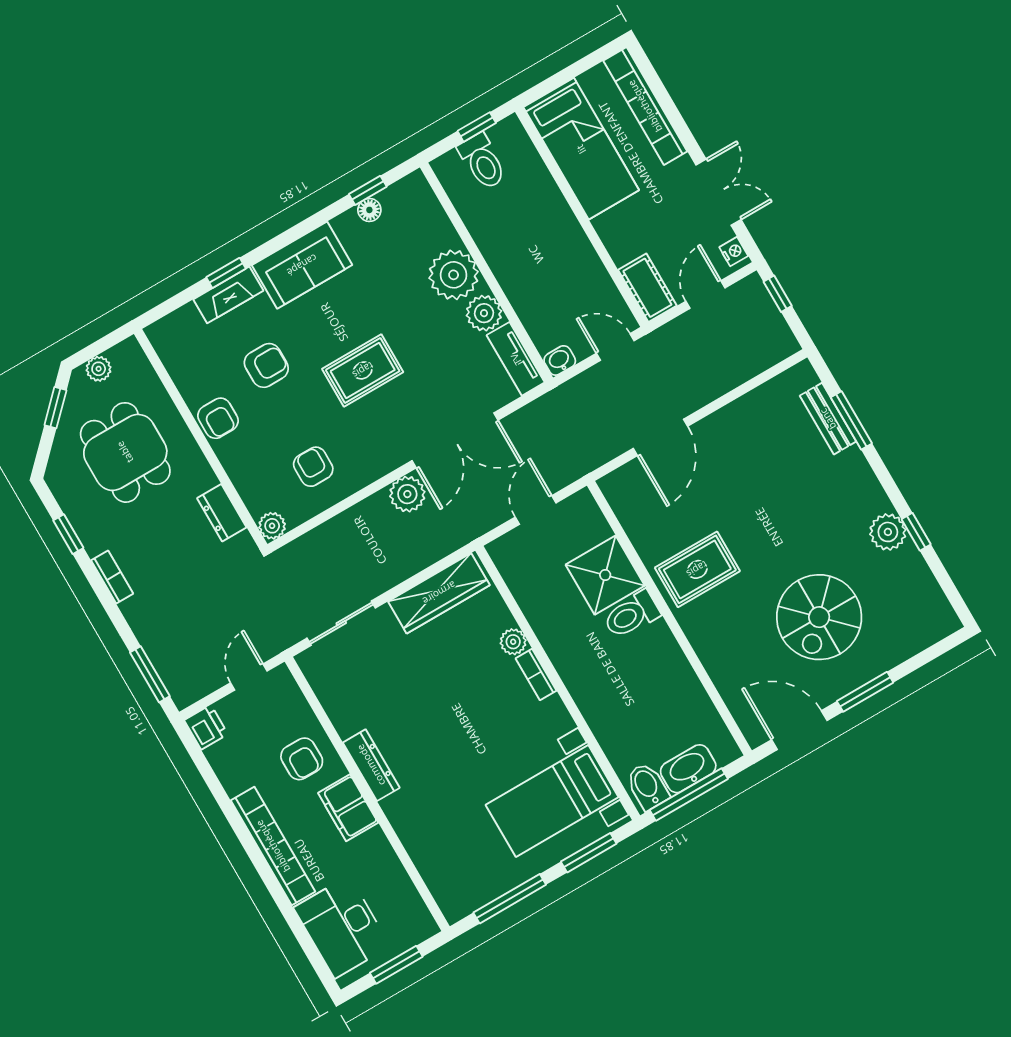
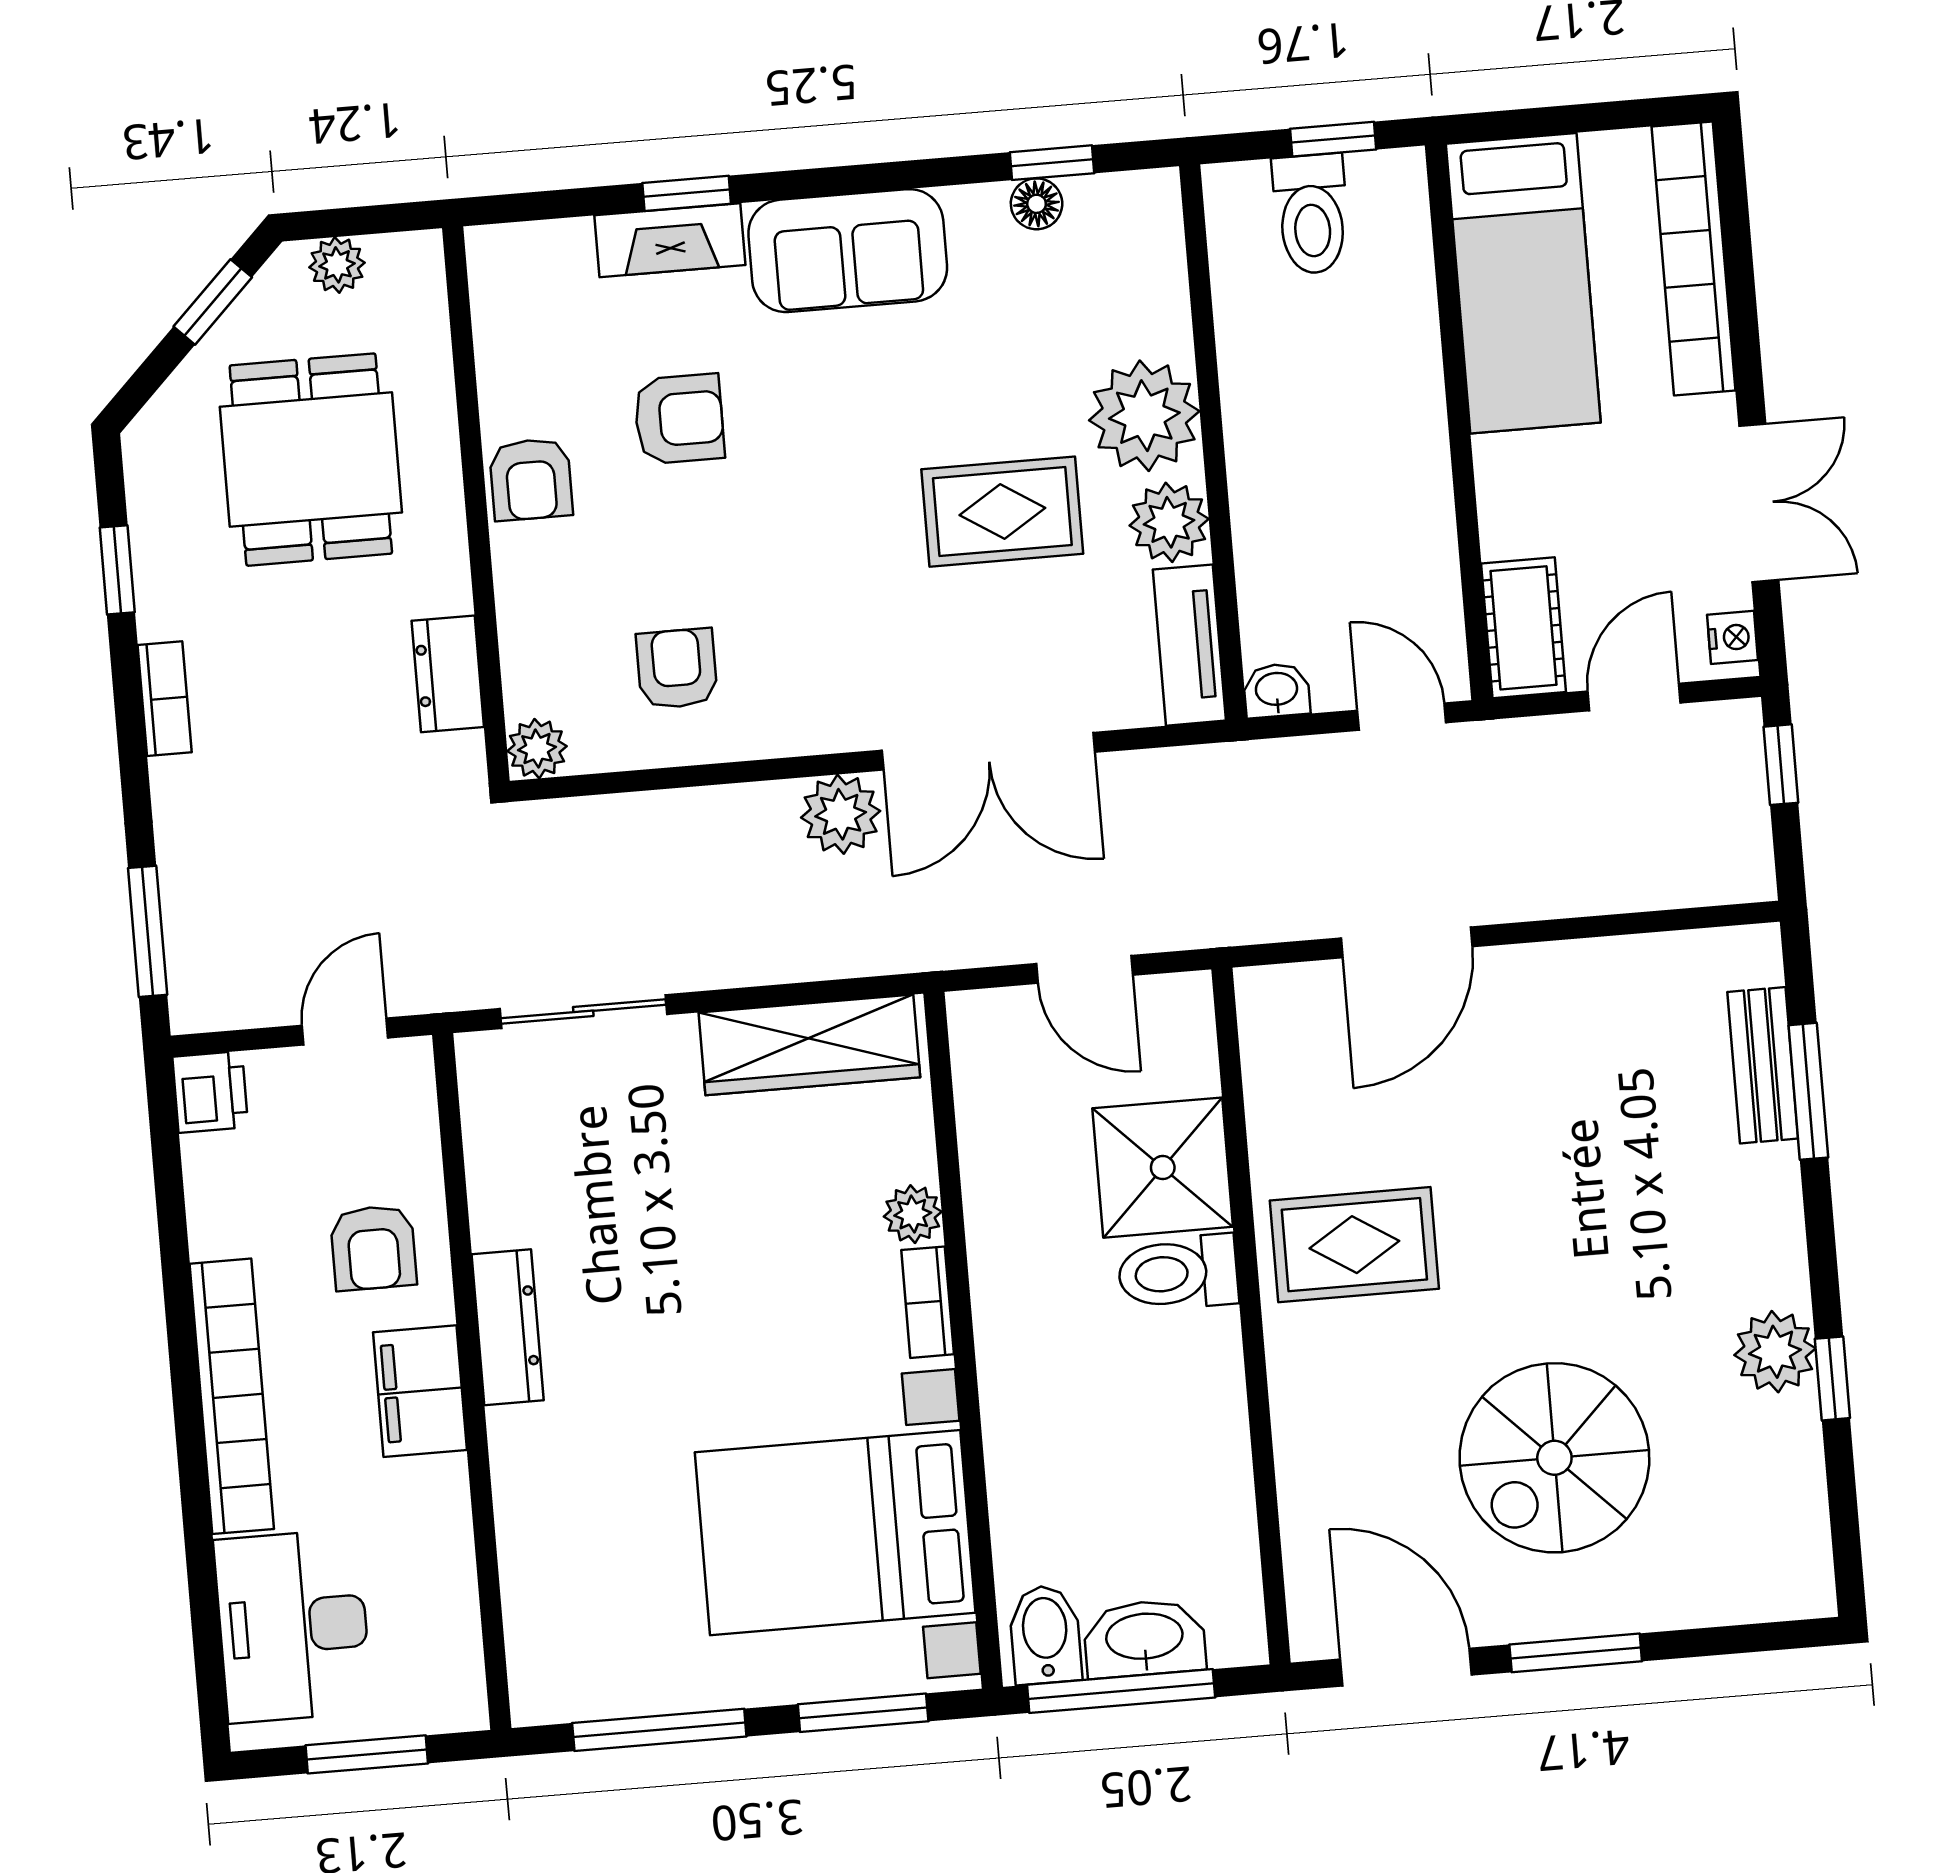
rug: (363, 370) -> (1002, 512), moved
door: (536, 510) -> (1084, 969), swing flipped
bed with nightstands: (552, 801) -> (835, 1533), width x1.36

